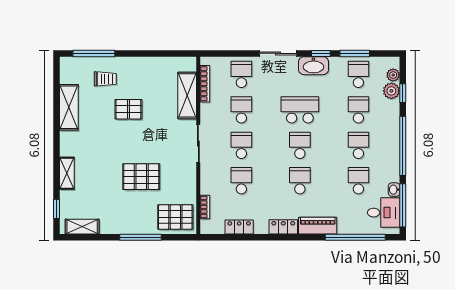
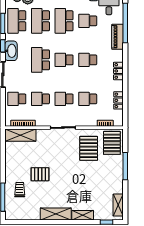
school desk: (358, 74) -> (17, 21), width x1.85
shelving: (187, 95) -> (20, 135), moved
shelving: (69, 107) -> (56, 214), moved
pallet: (128, 109) -> (40, 174), turned 90
school desk: (358, 110) -> (40, 21), width x1.85
school desk: (358, 145) -> (64, 21), width x1.85
pallet: (141, 177) -> (89, 148), moved
piano: (318, 226) -> (118, 37), moved

